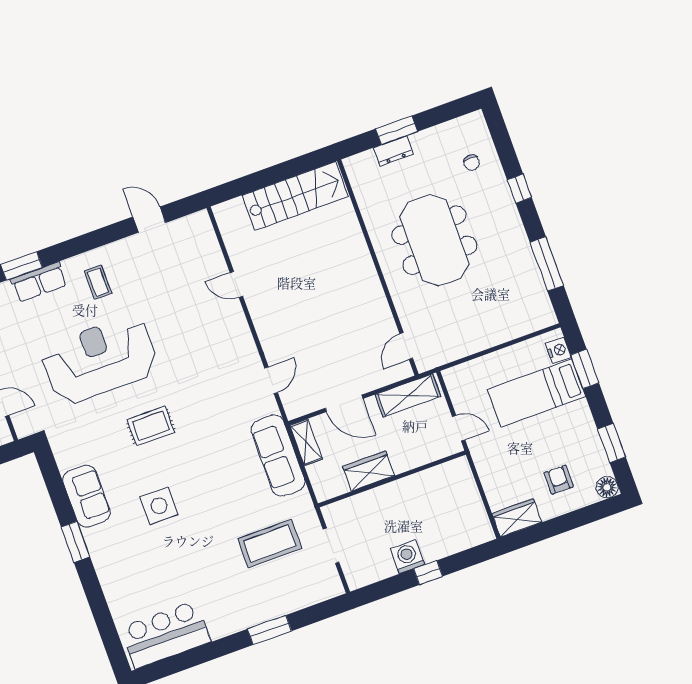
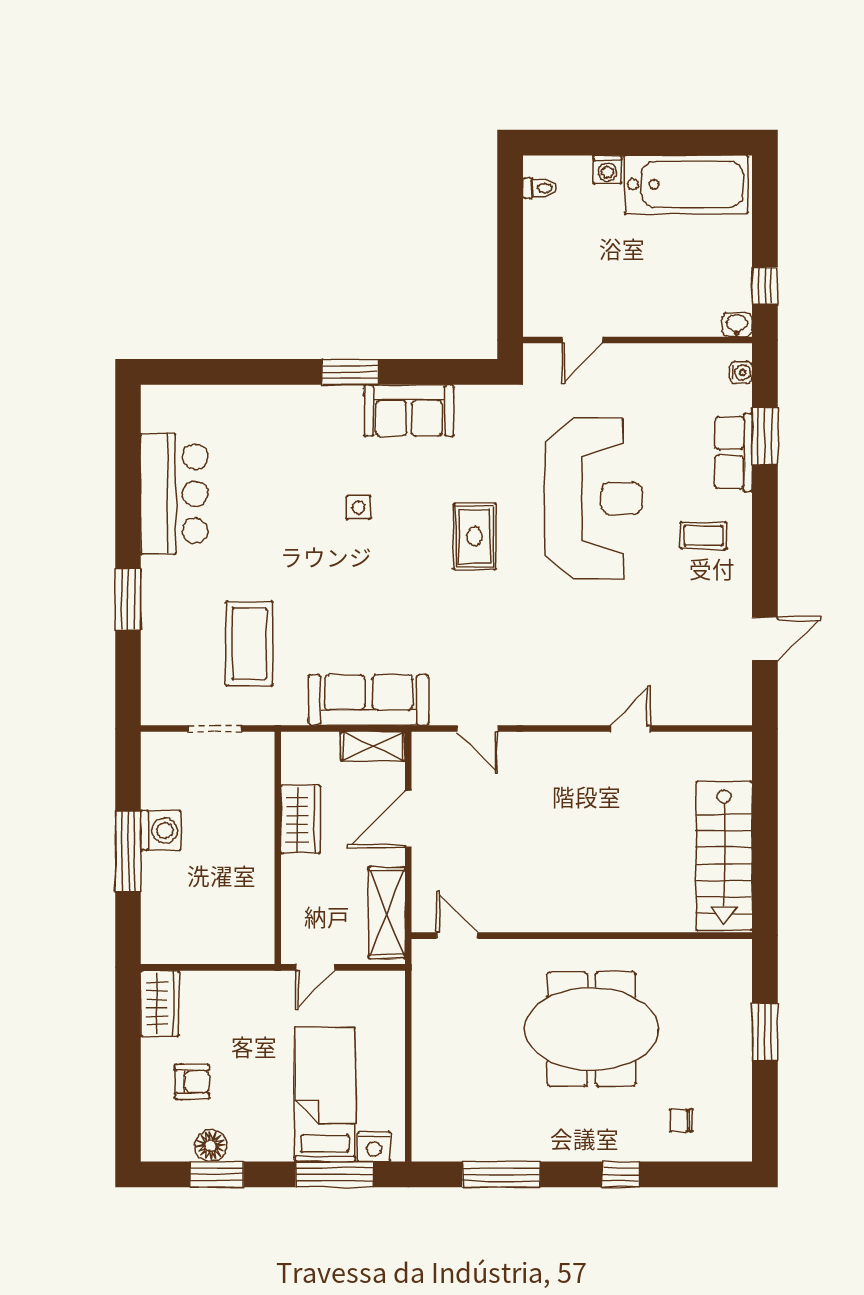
dresser: (393, 151) -> (737, 1017), removed
window: (585, 369) -> (334, 1174), width x1.44
floor lamp: (607, 487) -> (211, 1146), moved
side table: (159, 506) -> (359, 507), width x0.54, depth x0.54
window: (428, 573) -> (128, 851), width x2.17
bar counter: (166, 635) -> (174, 494), moved

